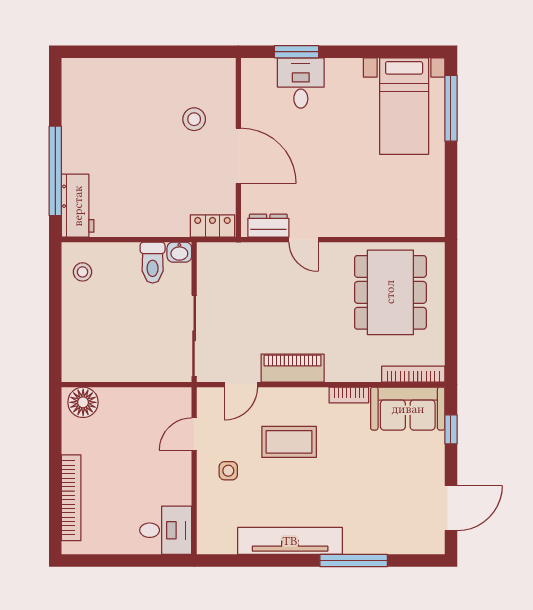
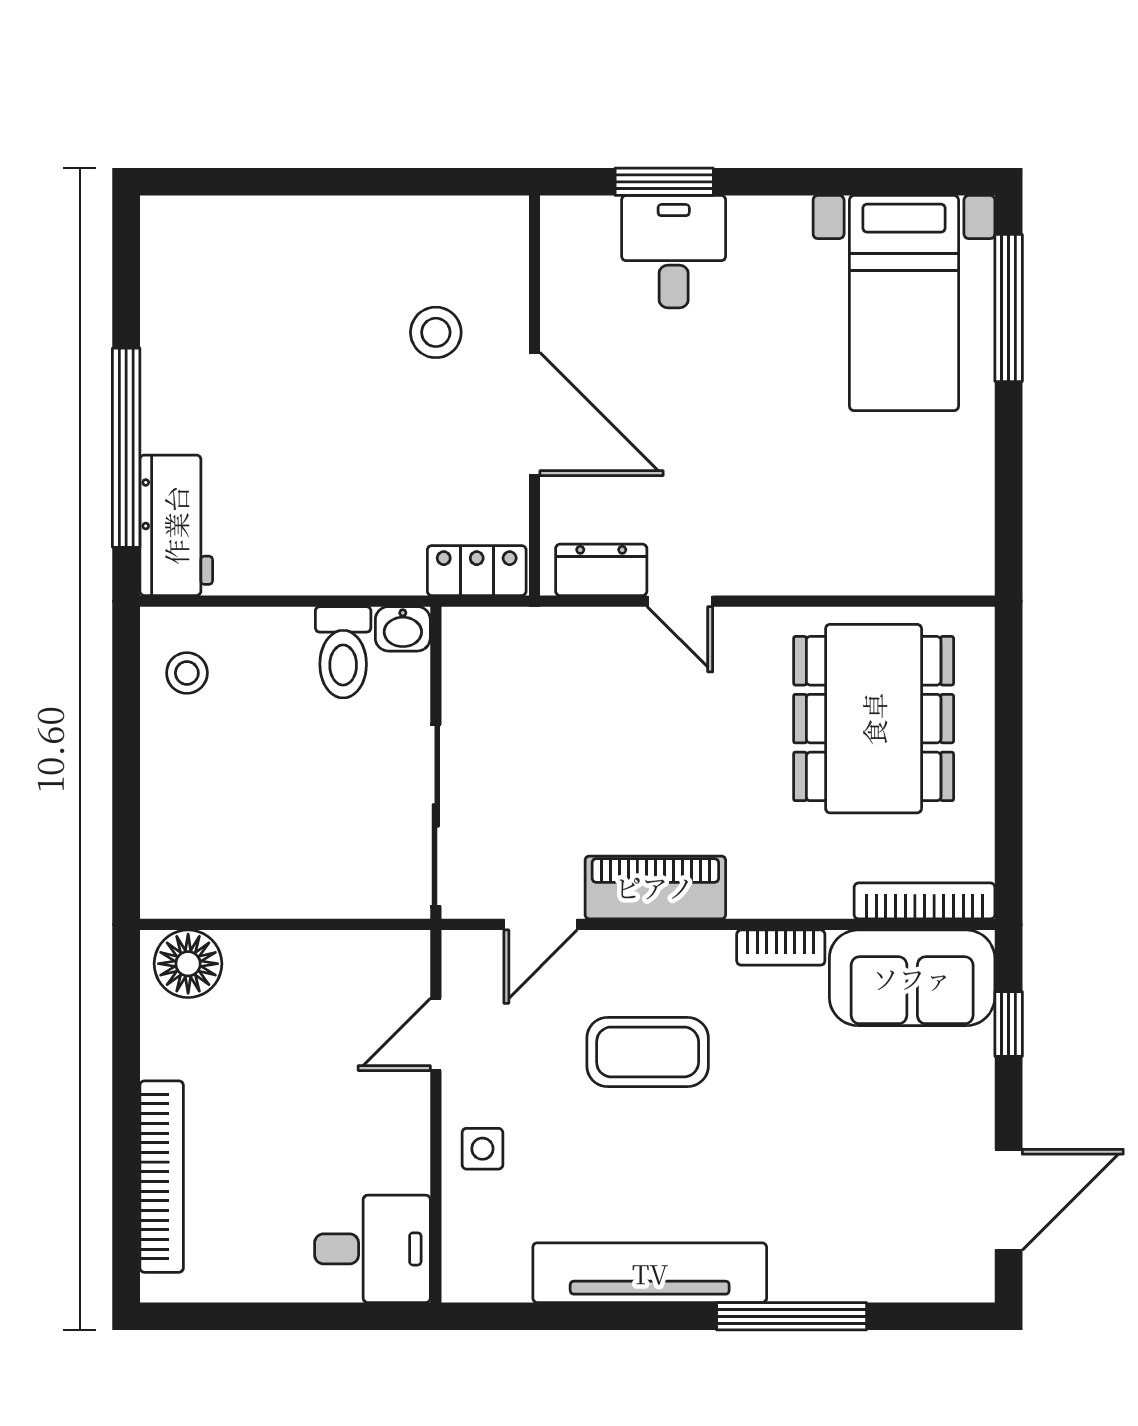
side table: (228, 471) -> (482, 1149), moved

